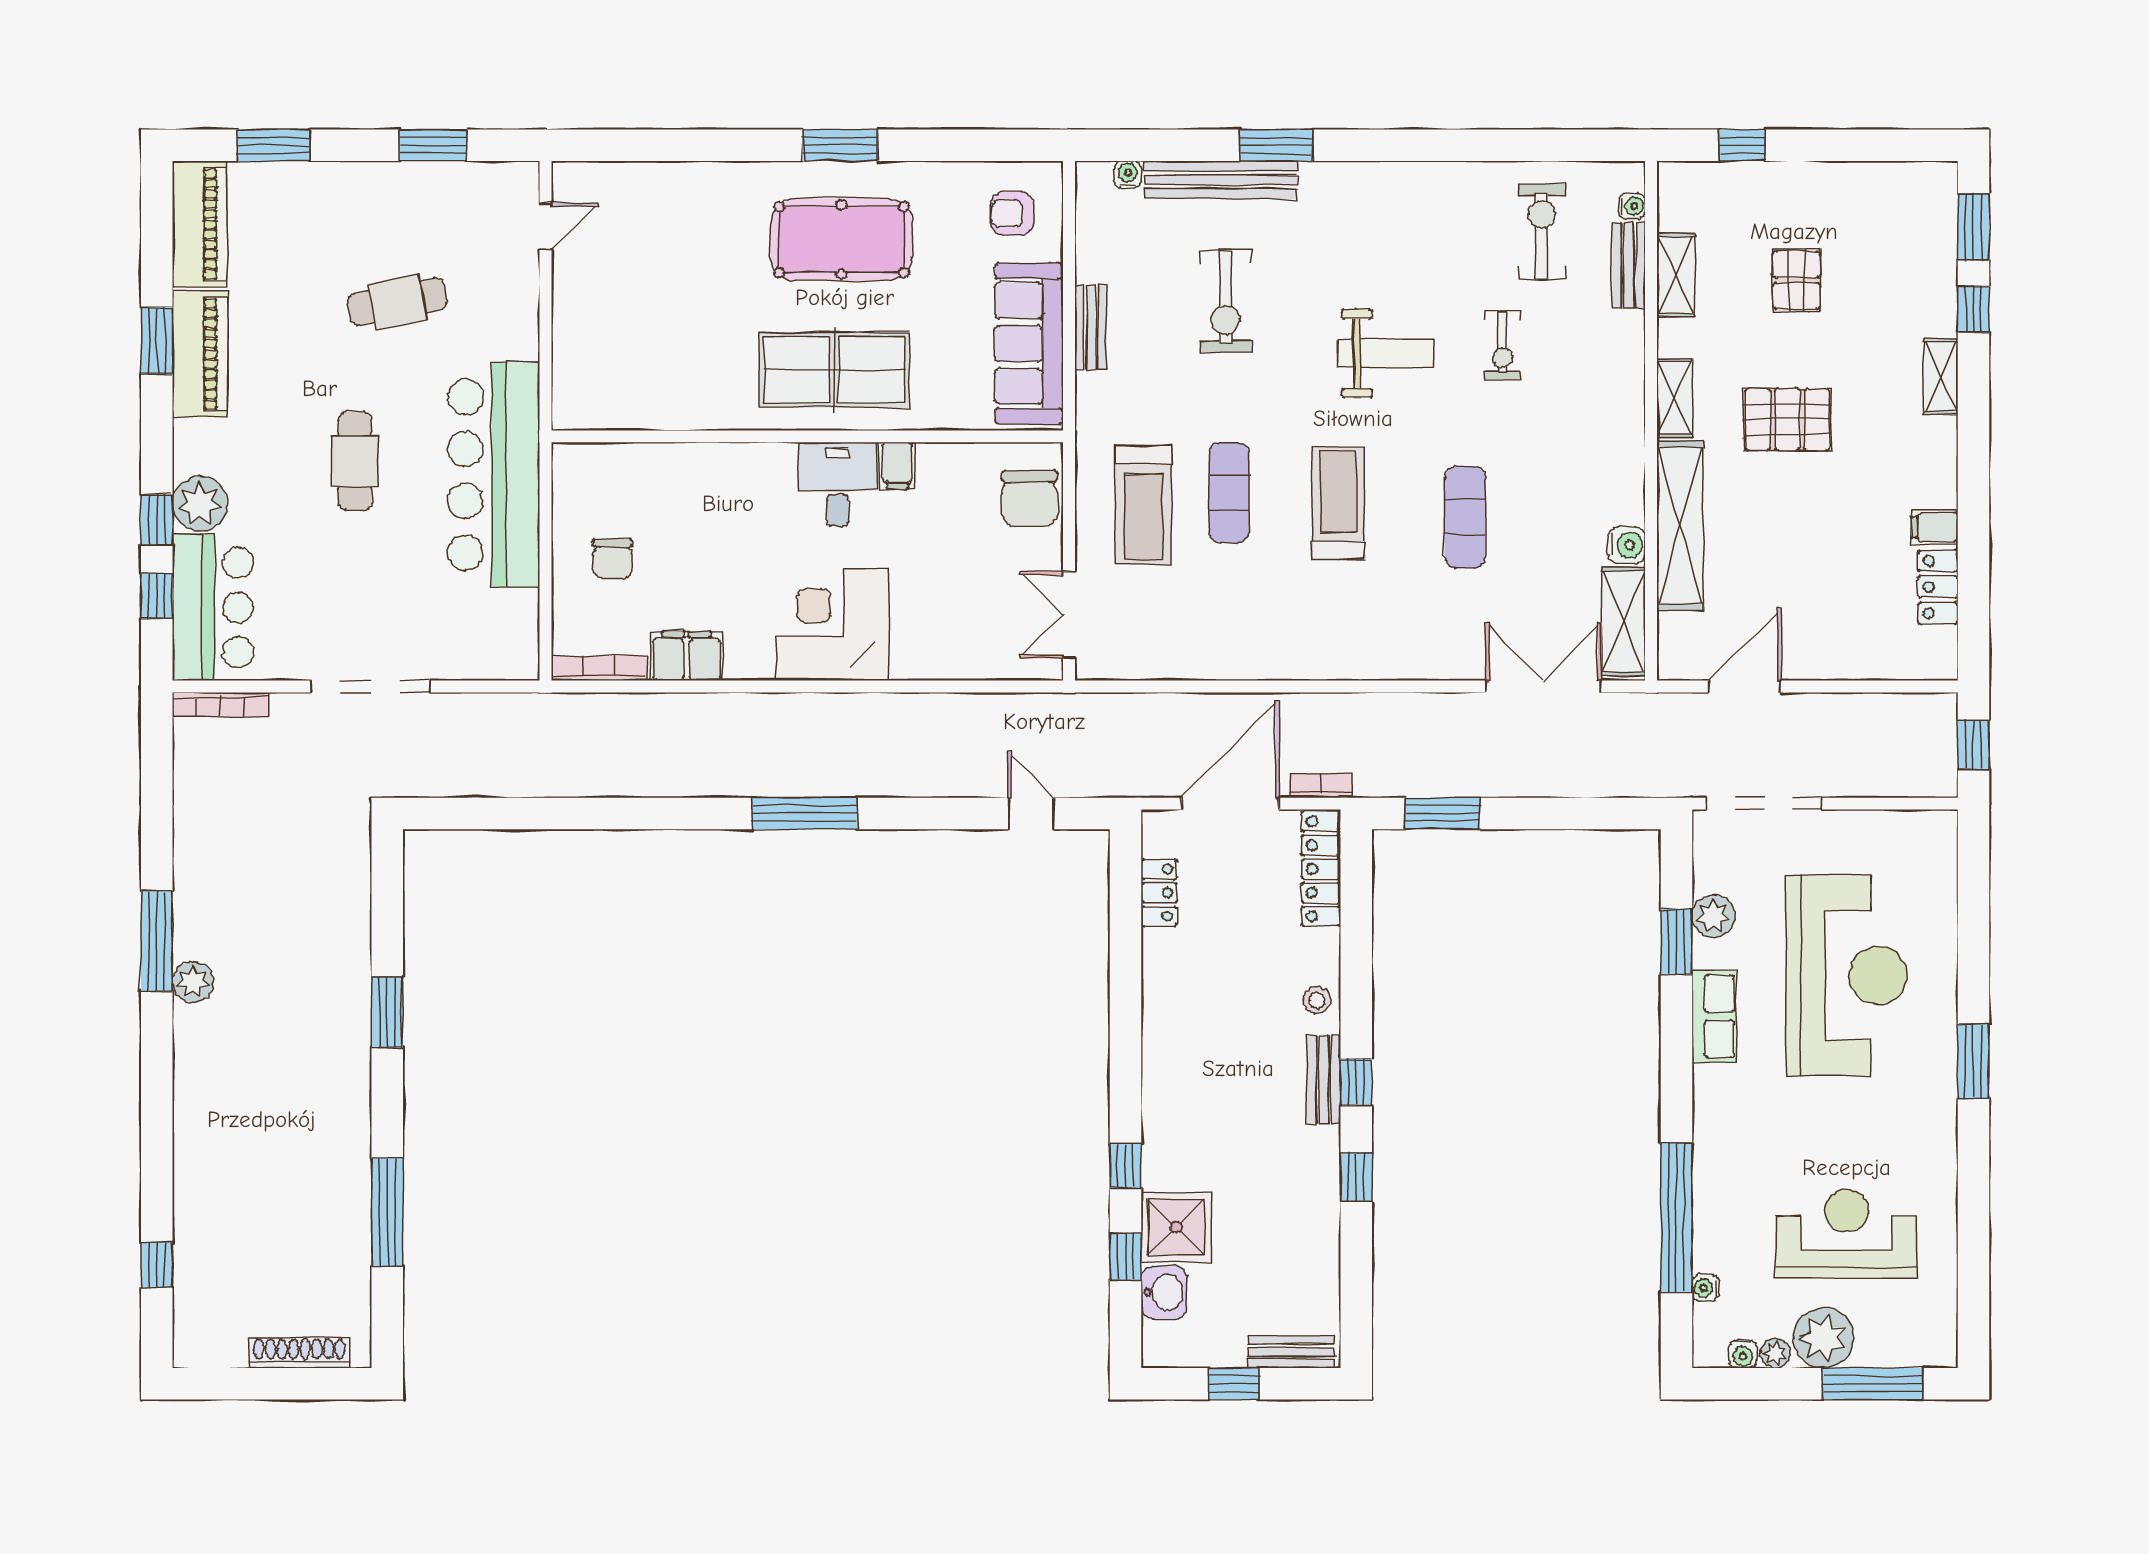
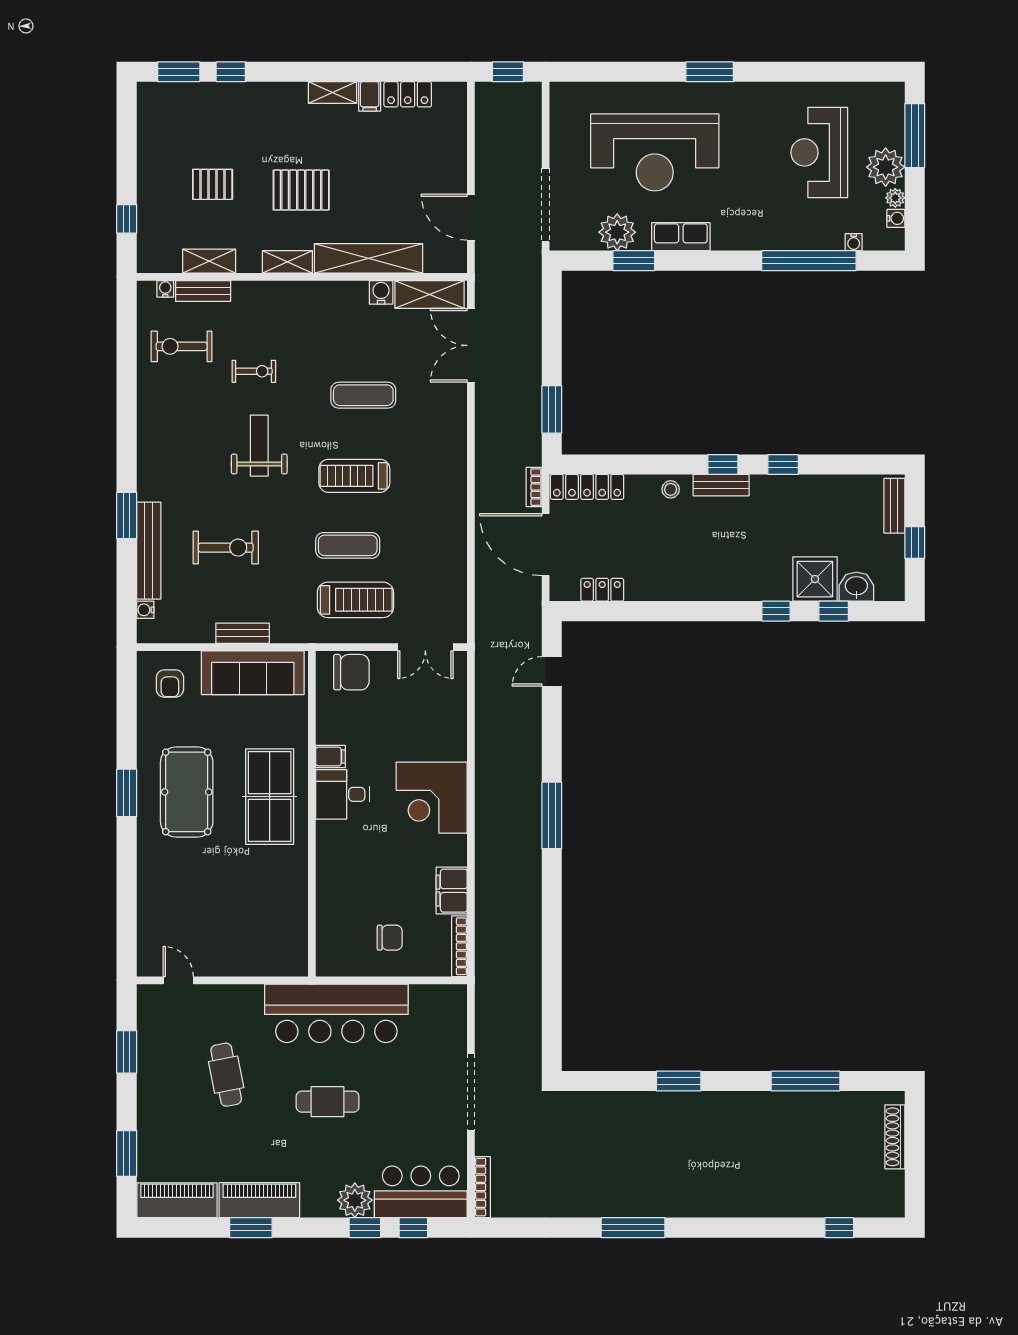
shelving: (1941, 376) -> (333, 92), moved
pallet: (1787, 420) -> (301, 190), turned 90
plant: (1713, 916) -> (617, 232), width x1.36, depth x1.36
reception desk: (1847, 975) -> (655, 152), turned 180
plant: (193, 982) -> (659, 1205), removed

